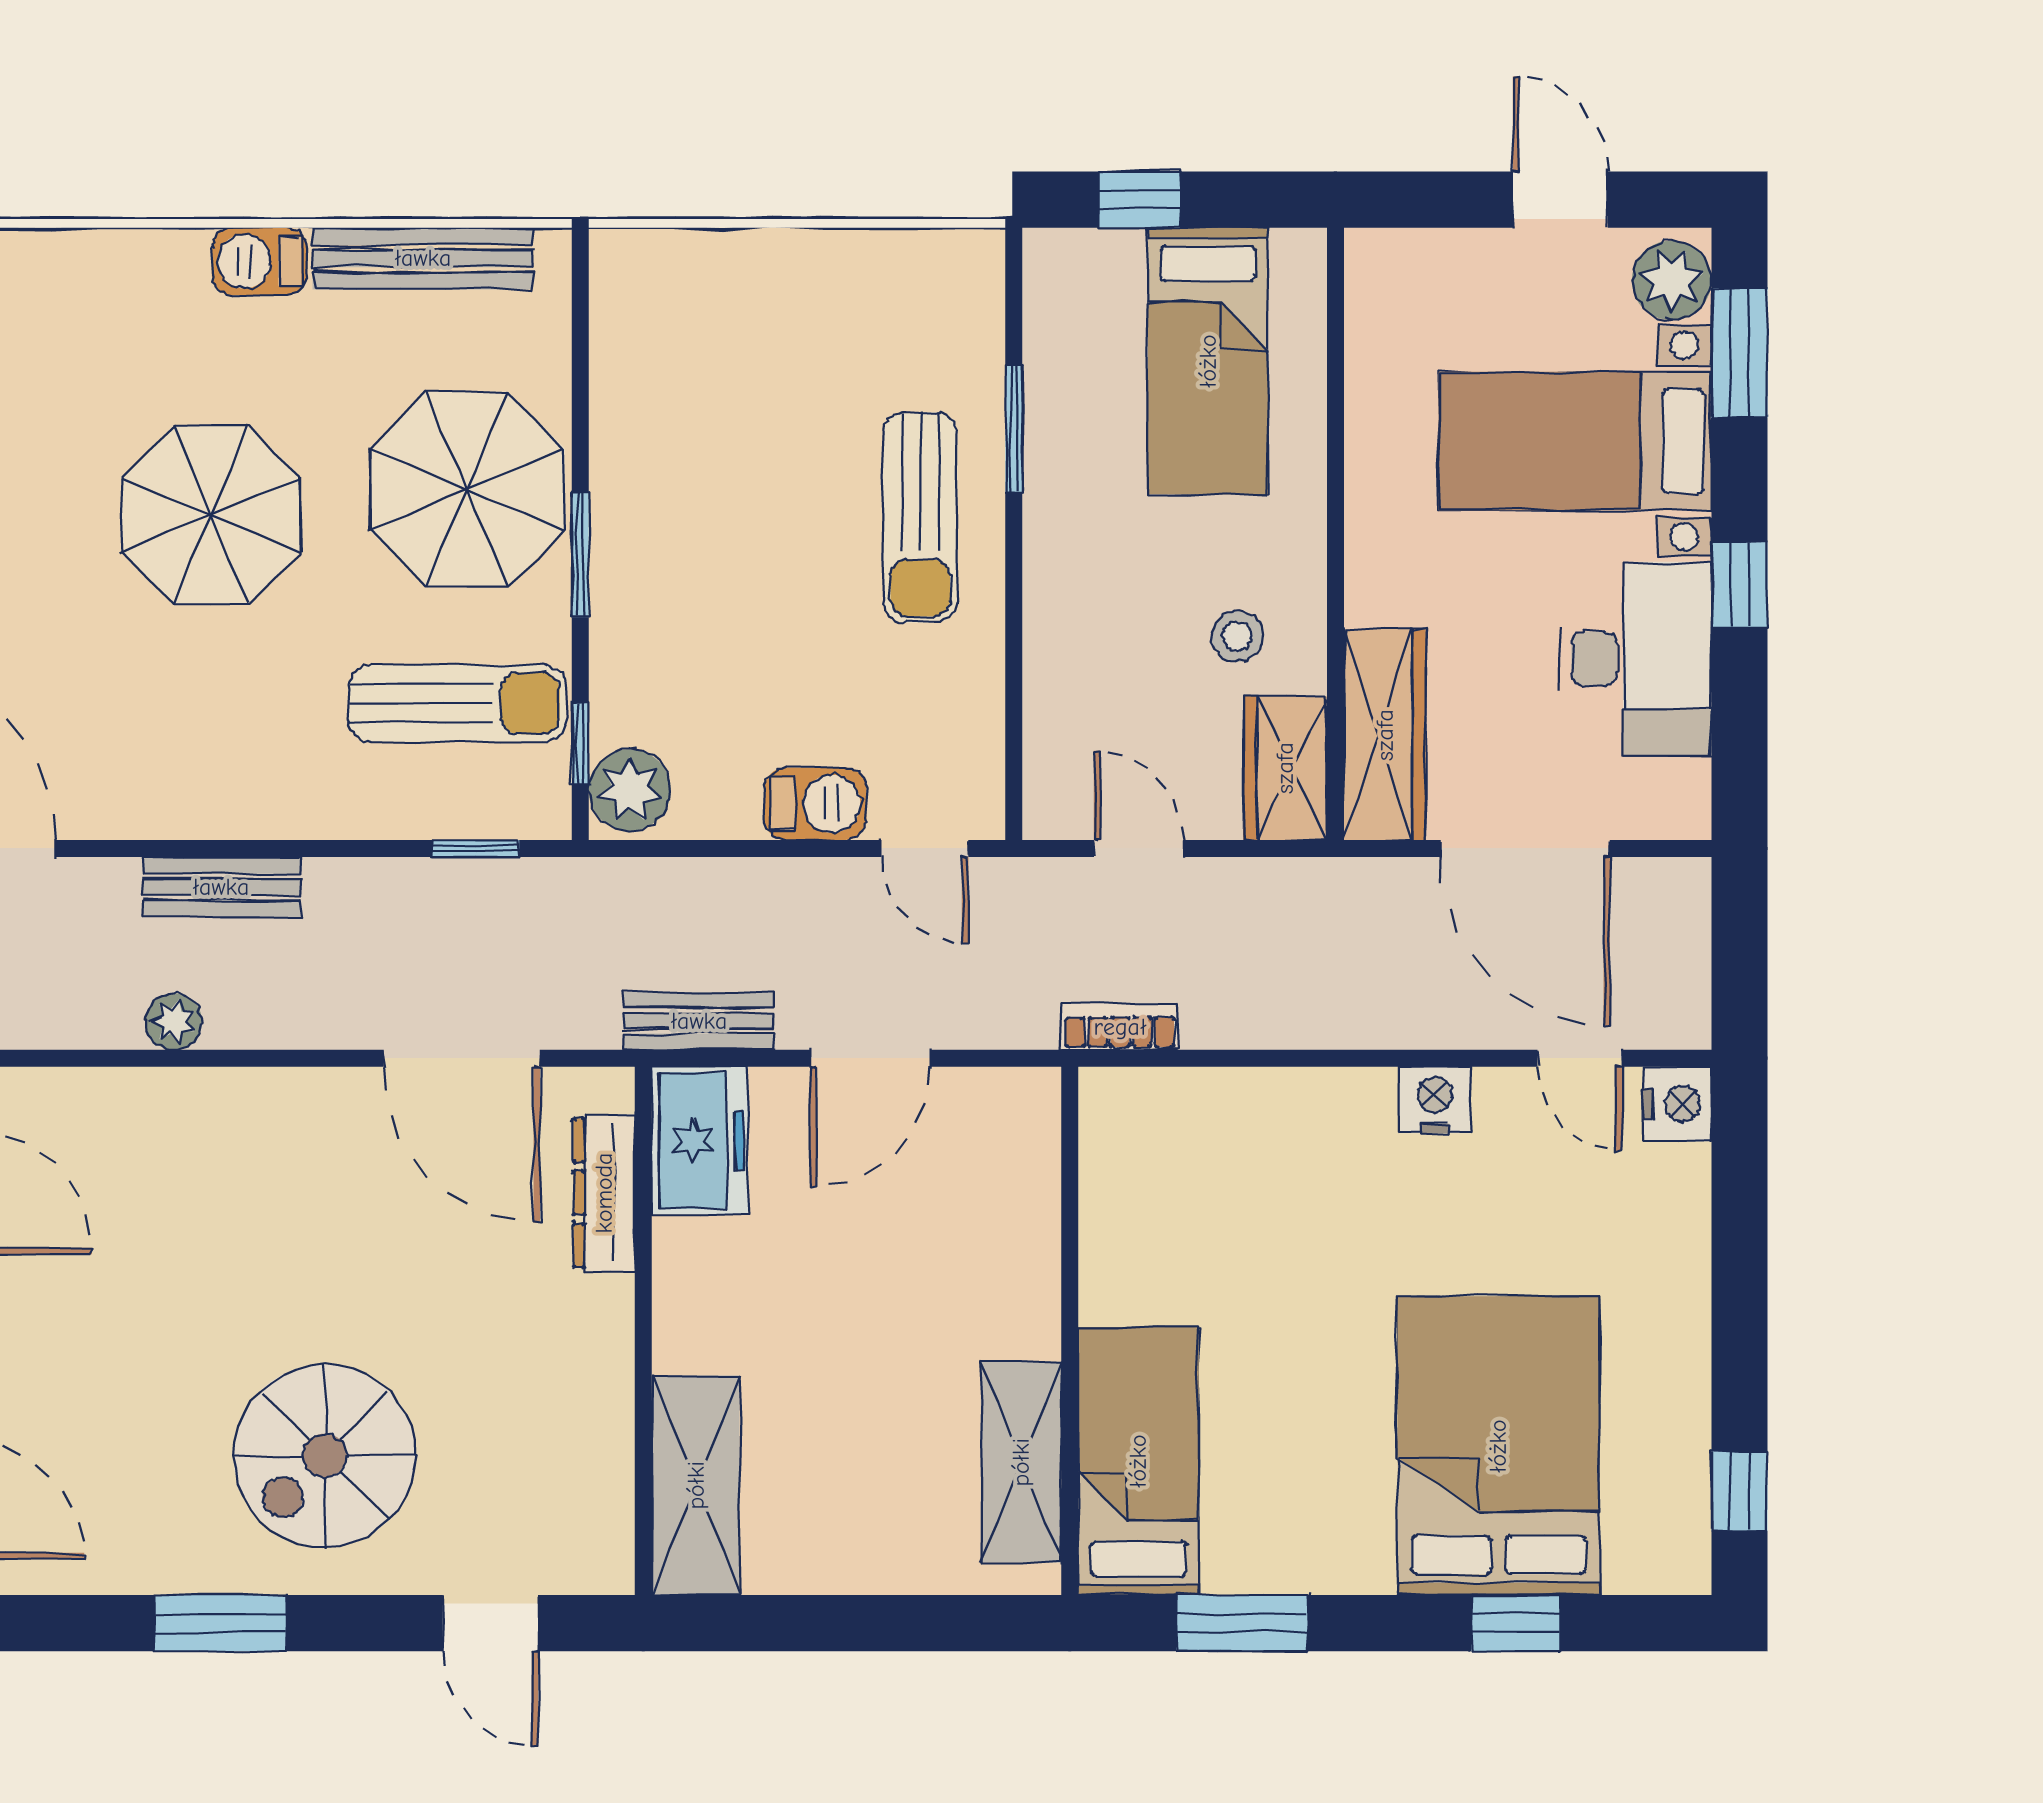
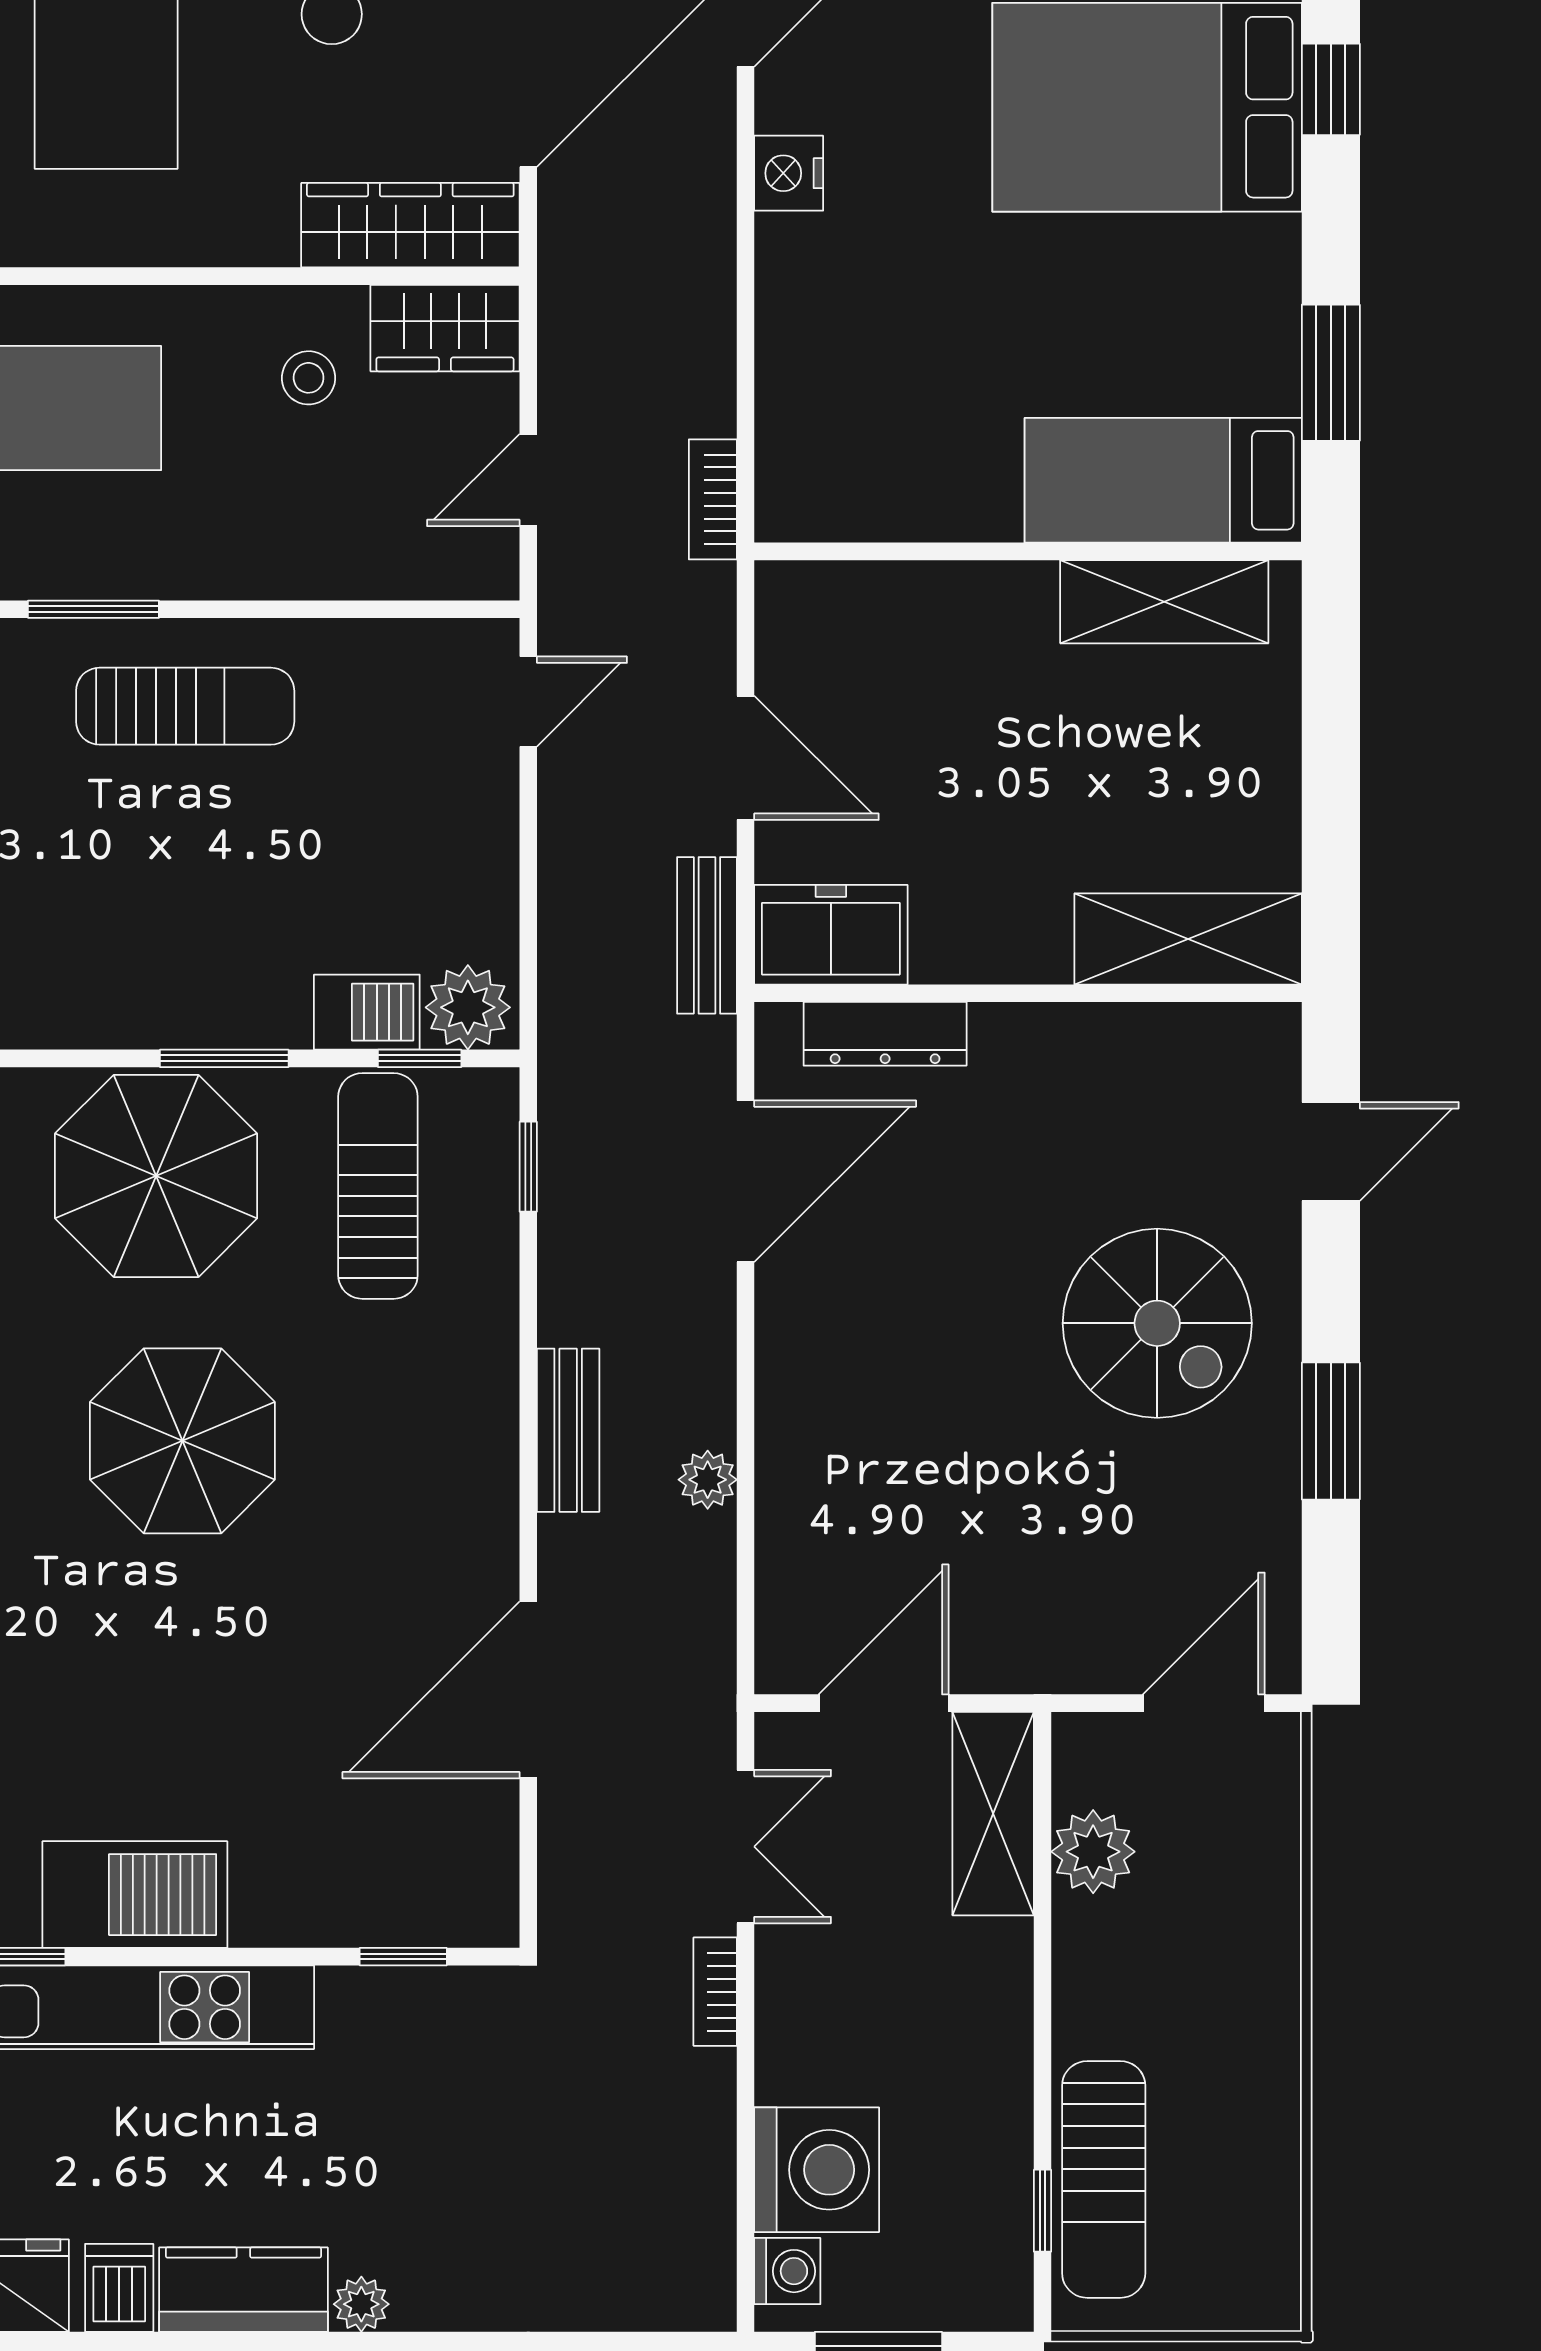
barbecue: (815, 804) -> (367, 1012), moved, turned 90

